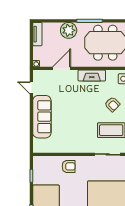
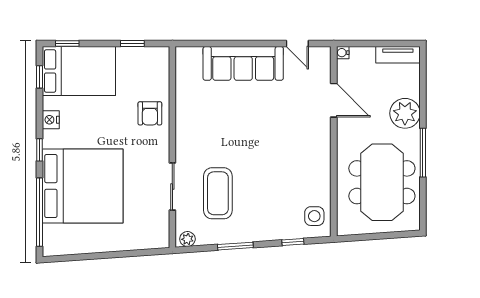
fireplace: (92, 76) -> (320, 157), removed
door: (31, 88) -> (297, 44), swing flipped
armchair: (112, 104) -> (267, 195), removed

